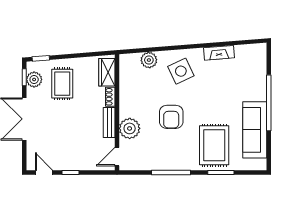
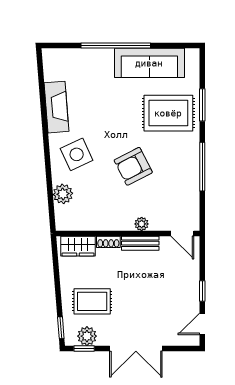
fireplace: (219, 53) -> (56, 107), width x1.37, depth x1.32
armchair: (171, 117) -> (133, 166), turned 153
plant: (130, 128) -> (142, 224), width x0.53, depth x0.53

